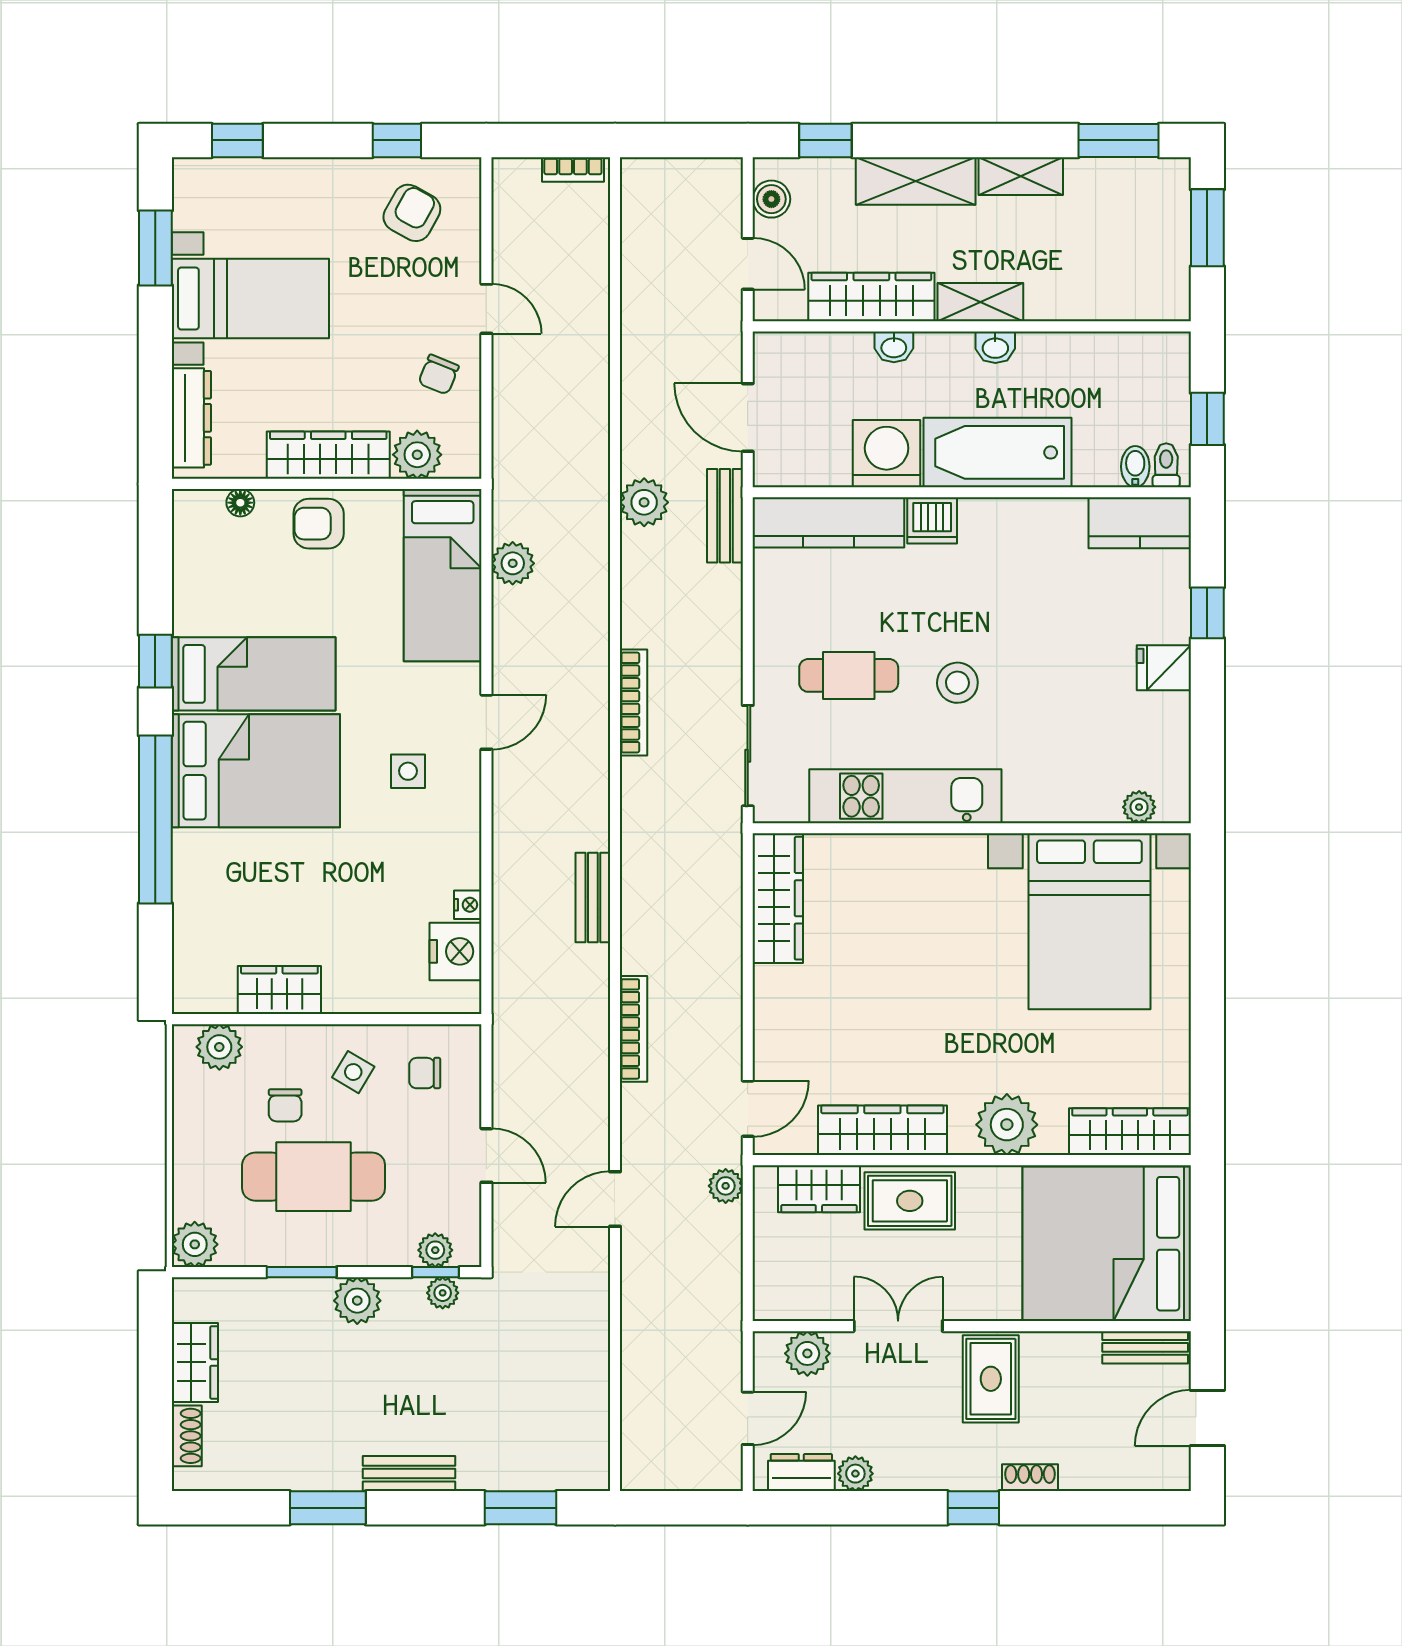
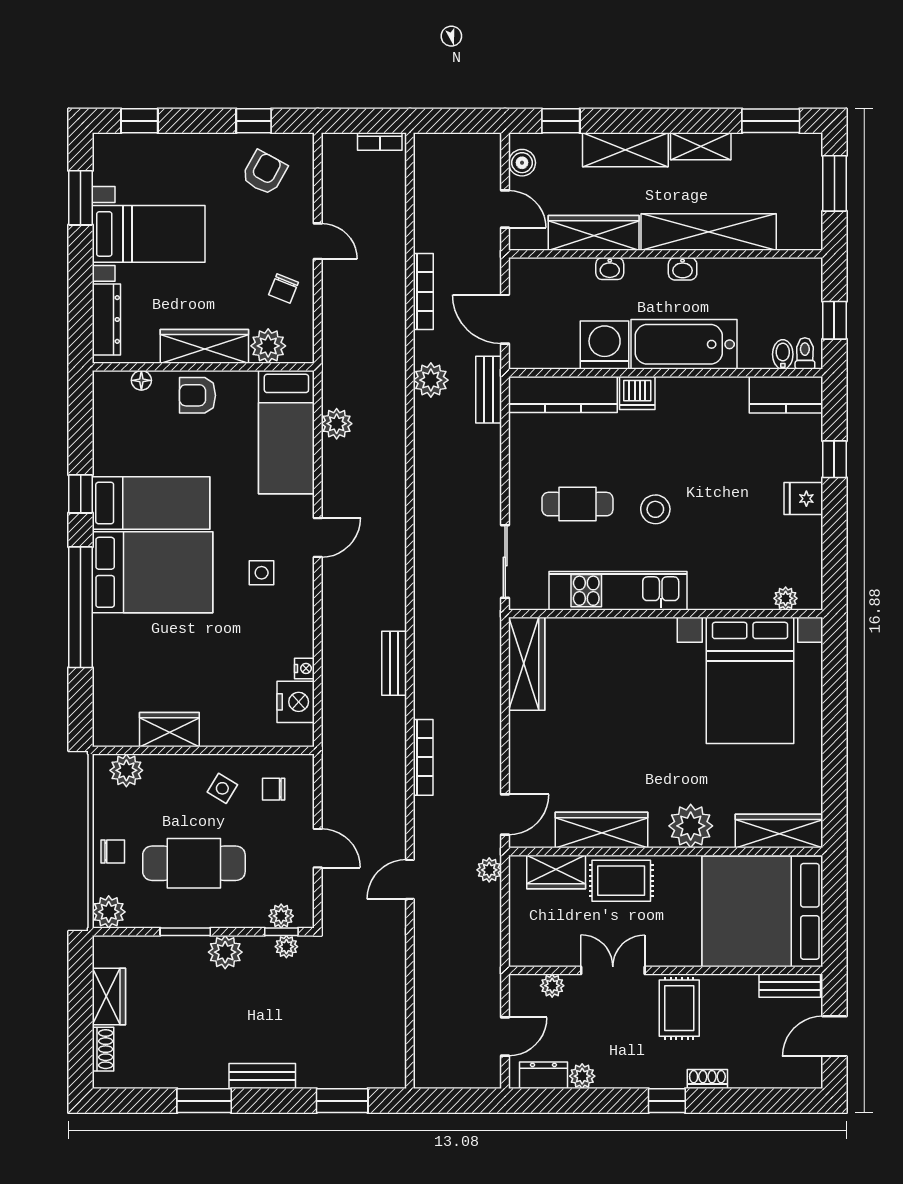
shelving: (980, 302) -> (709, 232), width x2.20, depth x1.33
bookcase: (634, 703) -> (423, 292), moved
chair: (285, 1105) -> (113, 851), moved, turned -90
plant: (807, 1353) -> (552, 986), width x0.73, depth x0.73

